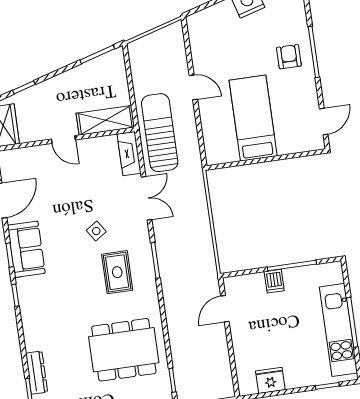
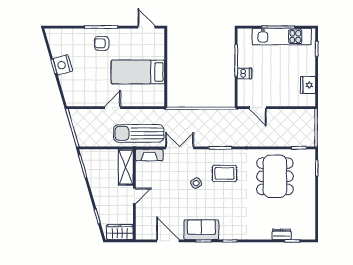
dresser: (37, 373) -> (282, 234), width x0.70

